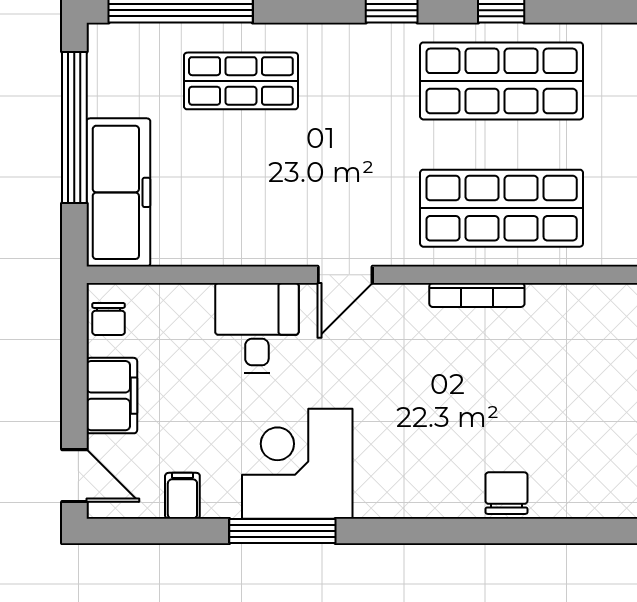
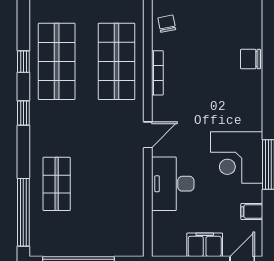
freezer: (118, 192) -> (109, 242), removed
door: (345, 275) -> (148, 135), hinge flipped
chair: (109, 319) -> (167, 24), moved, turned -101
desk: (257, 328) -> (173, 184), width x1.37

